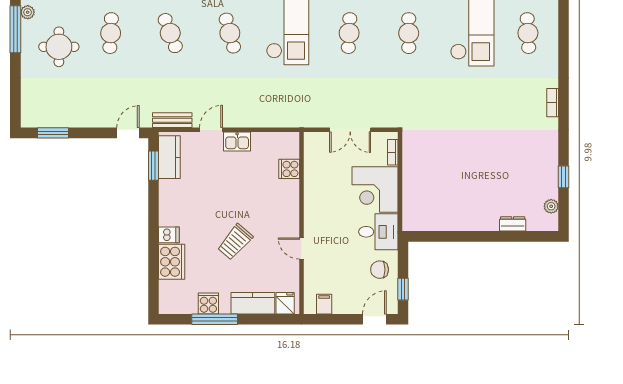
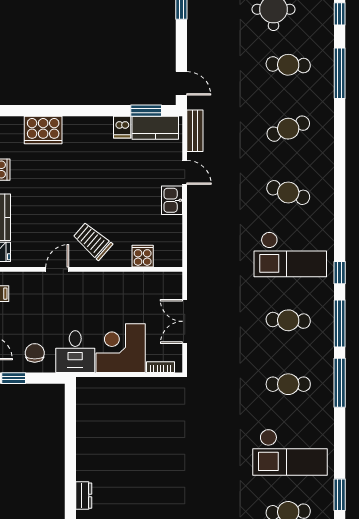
cafe table: (230, 33) -> (288, 193), turned 33
dishwasher: (169, 235) -> (122, 127), moved
trolley: (235, 242) -> (93, 241), moved

